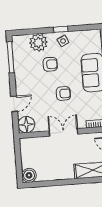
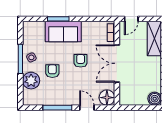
window: (61, 29) -> (20, 59), width x2.17
window: (11, 57) -> (57, 108), moved
double door: (63, 132) -> (117, 63), width x1.37

